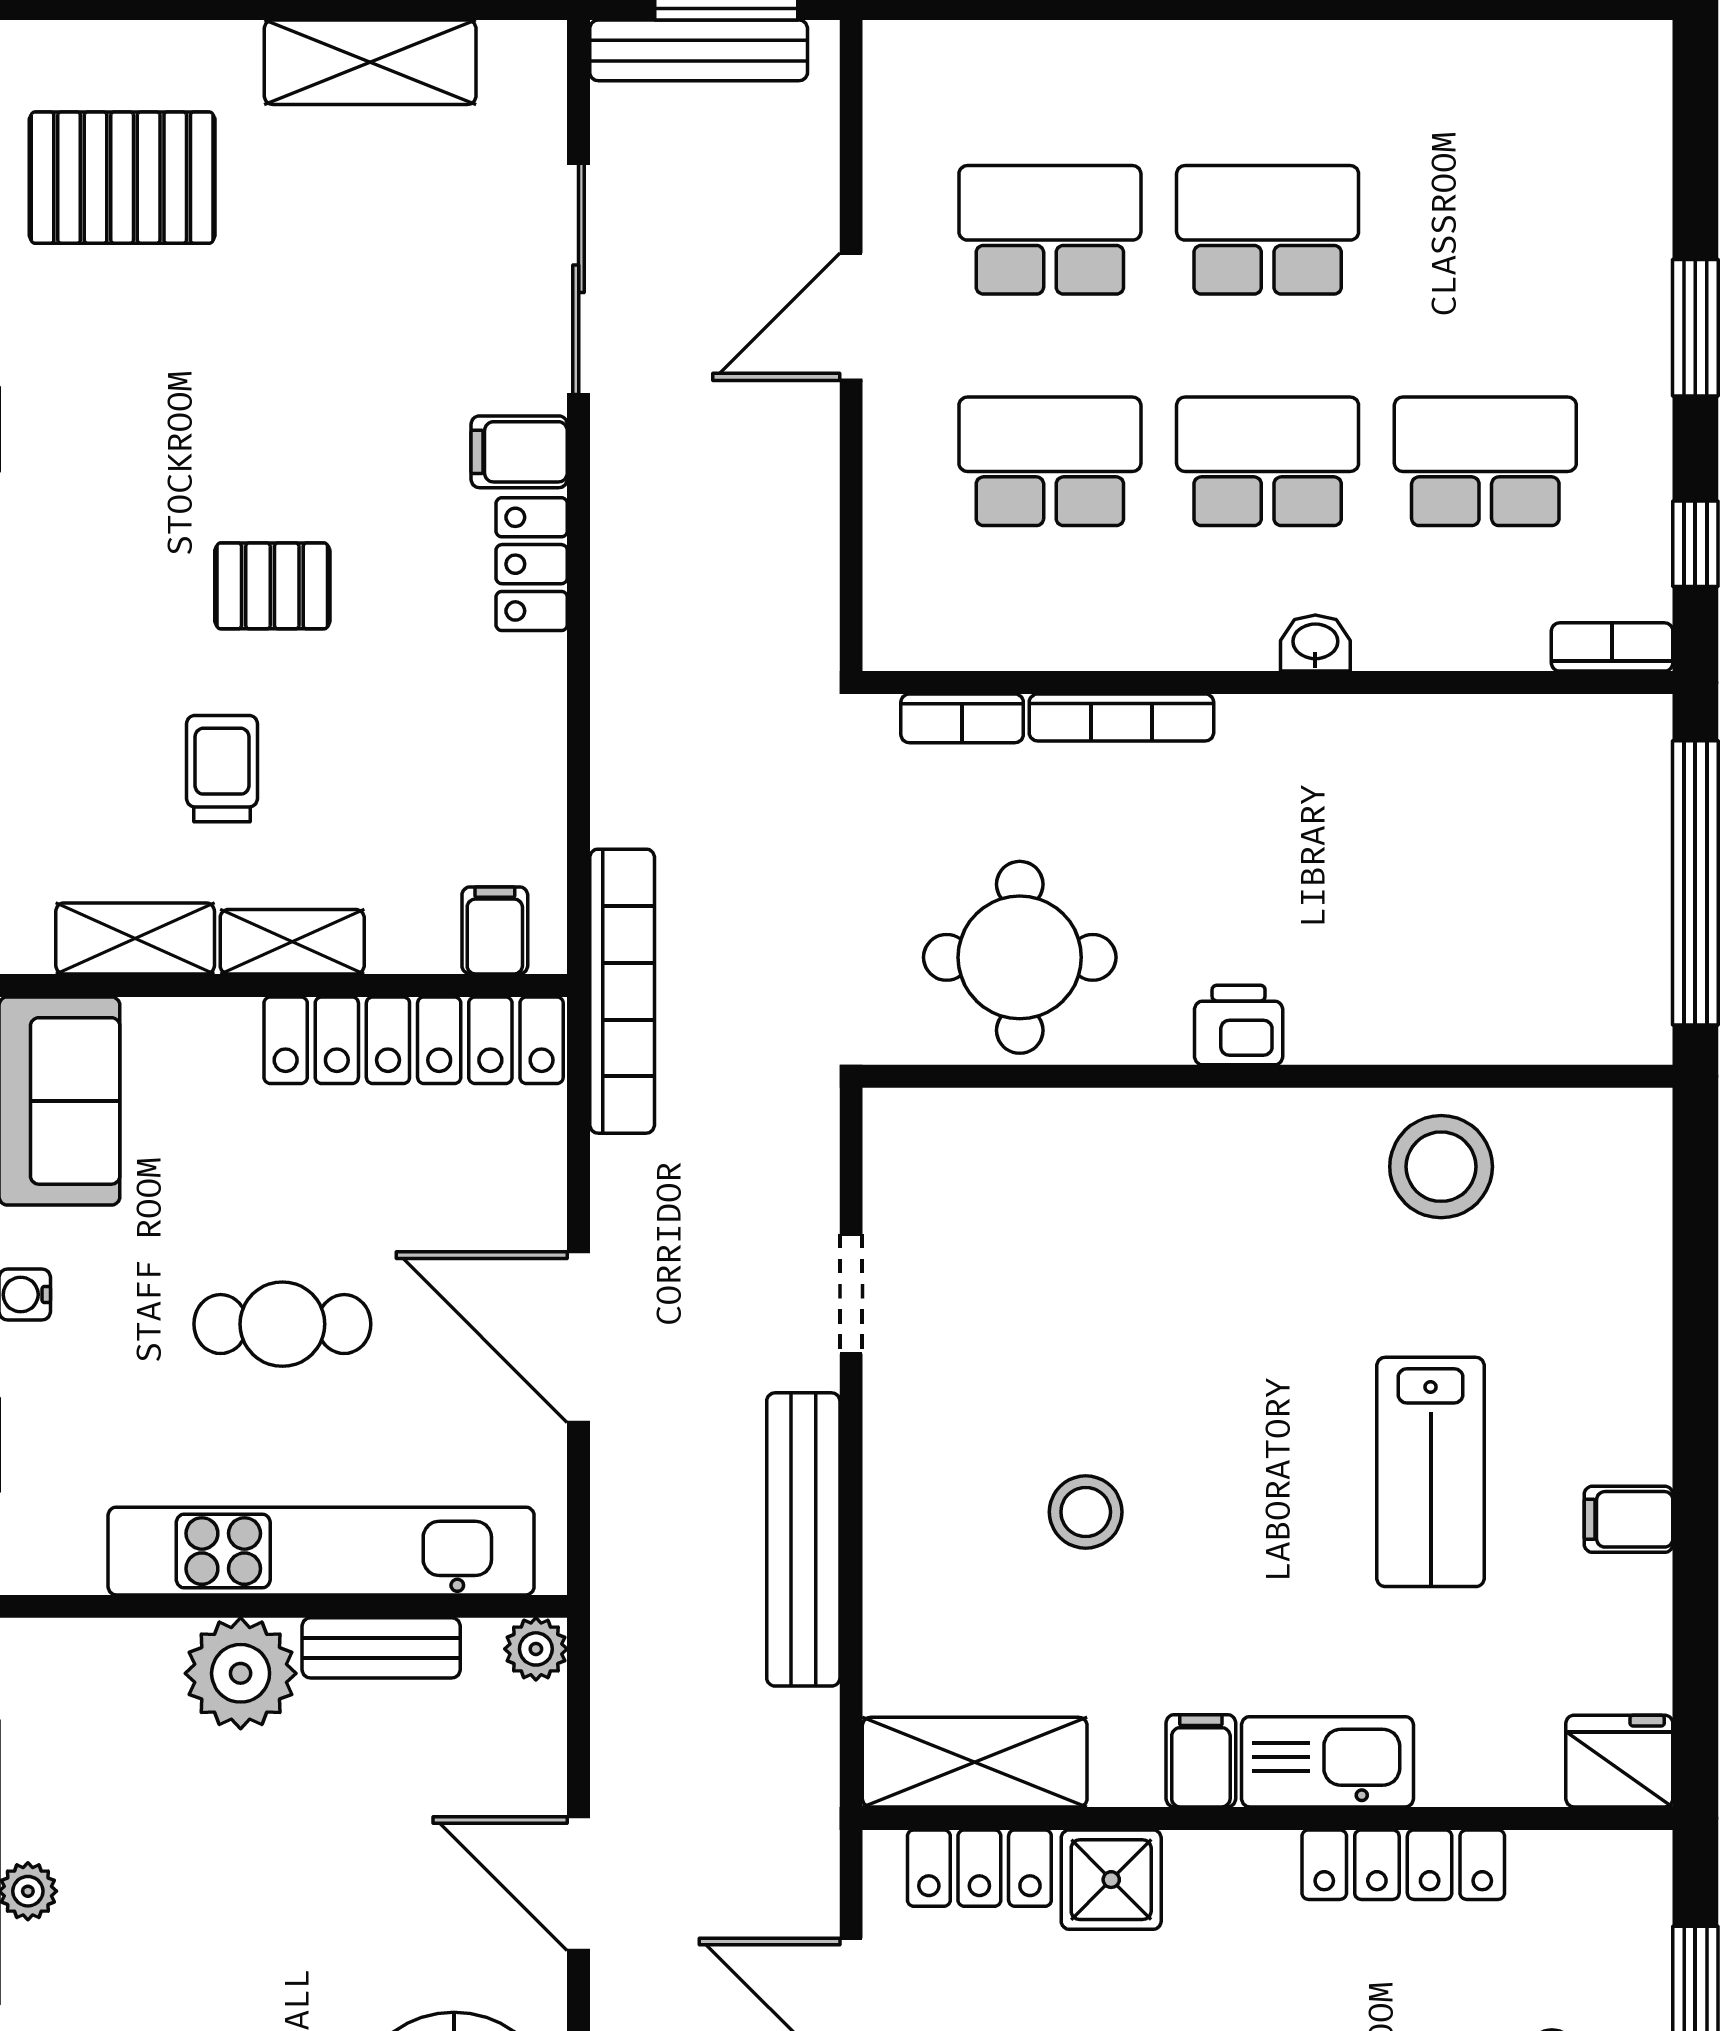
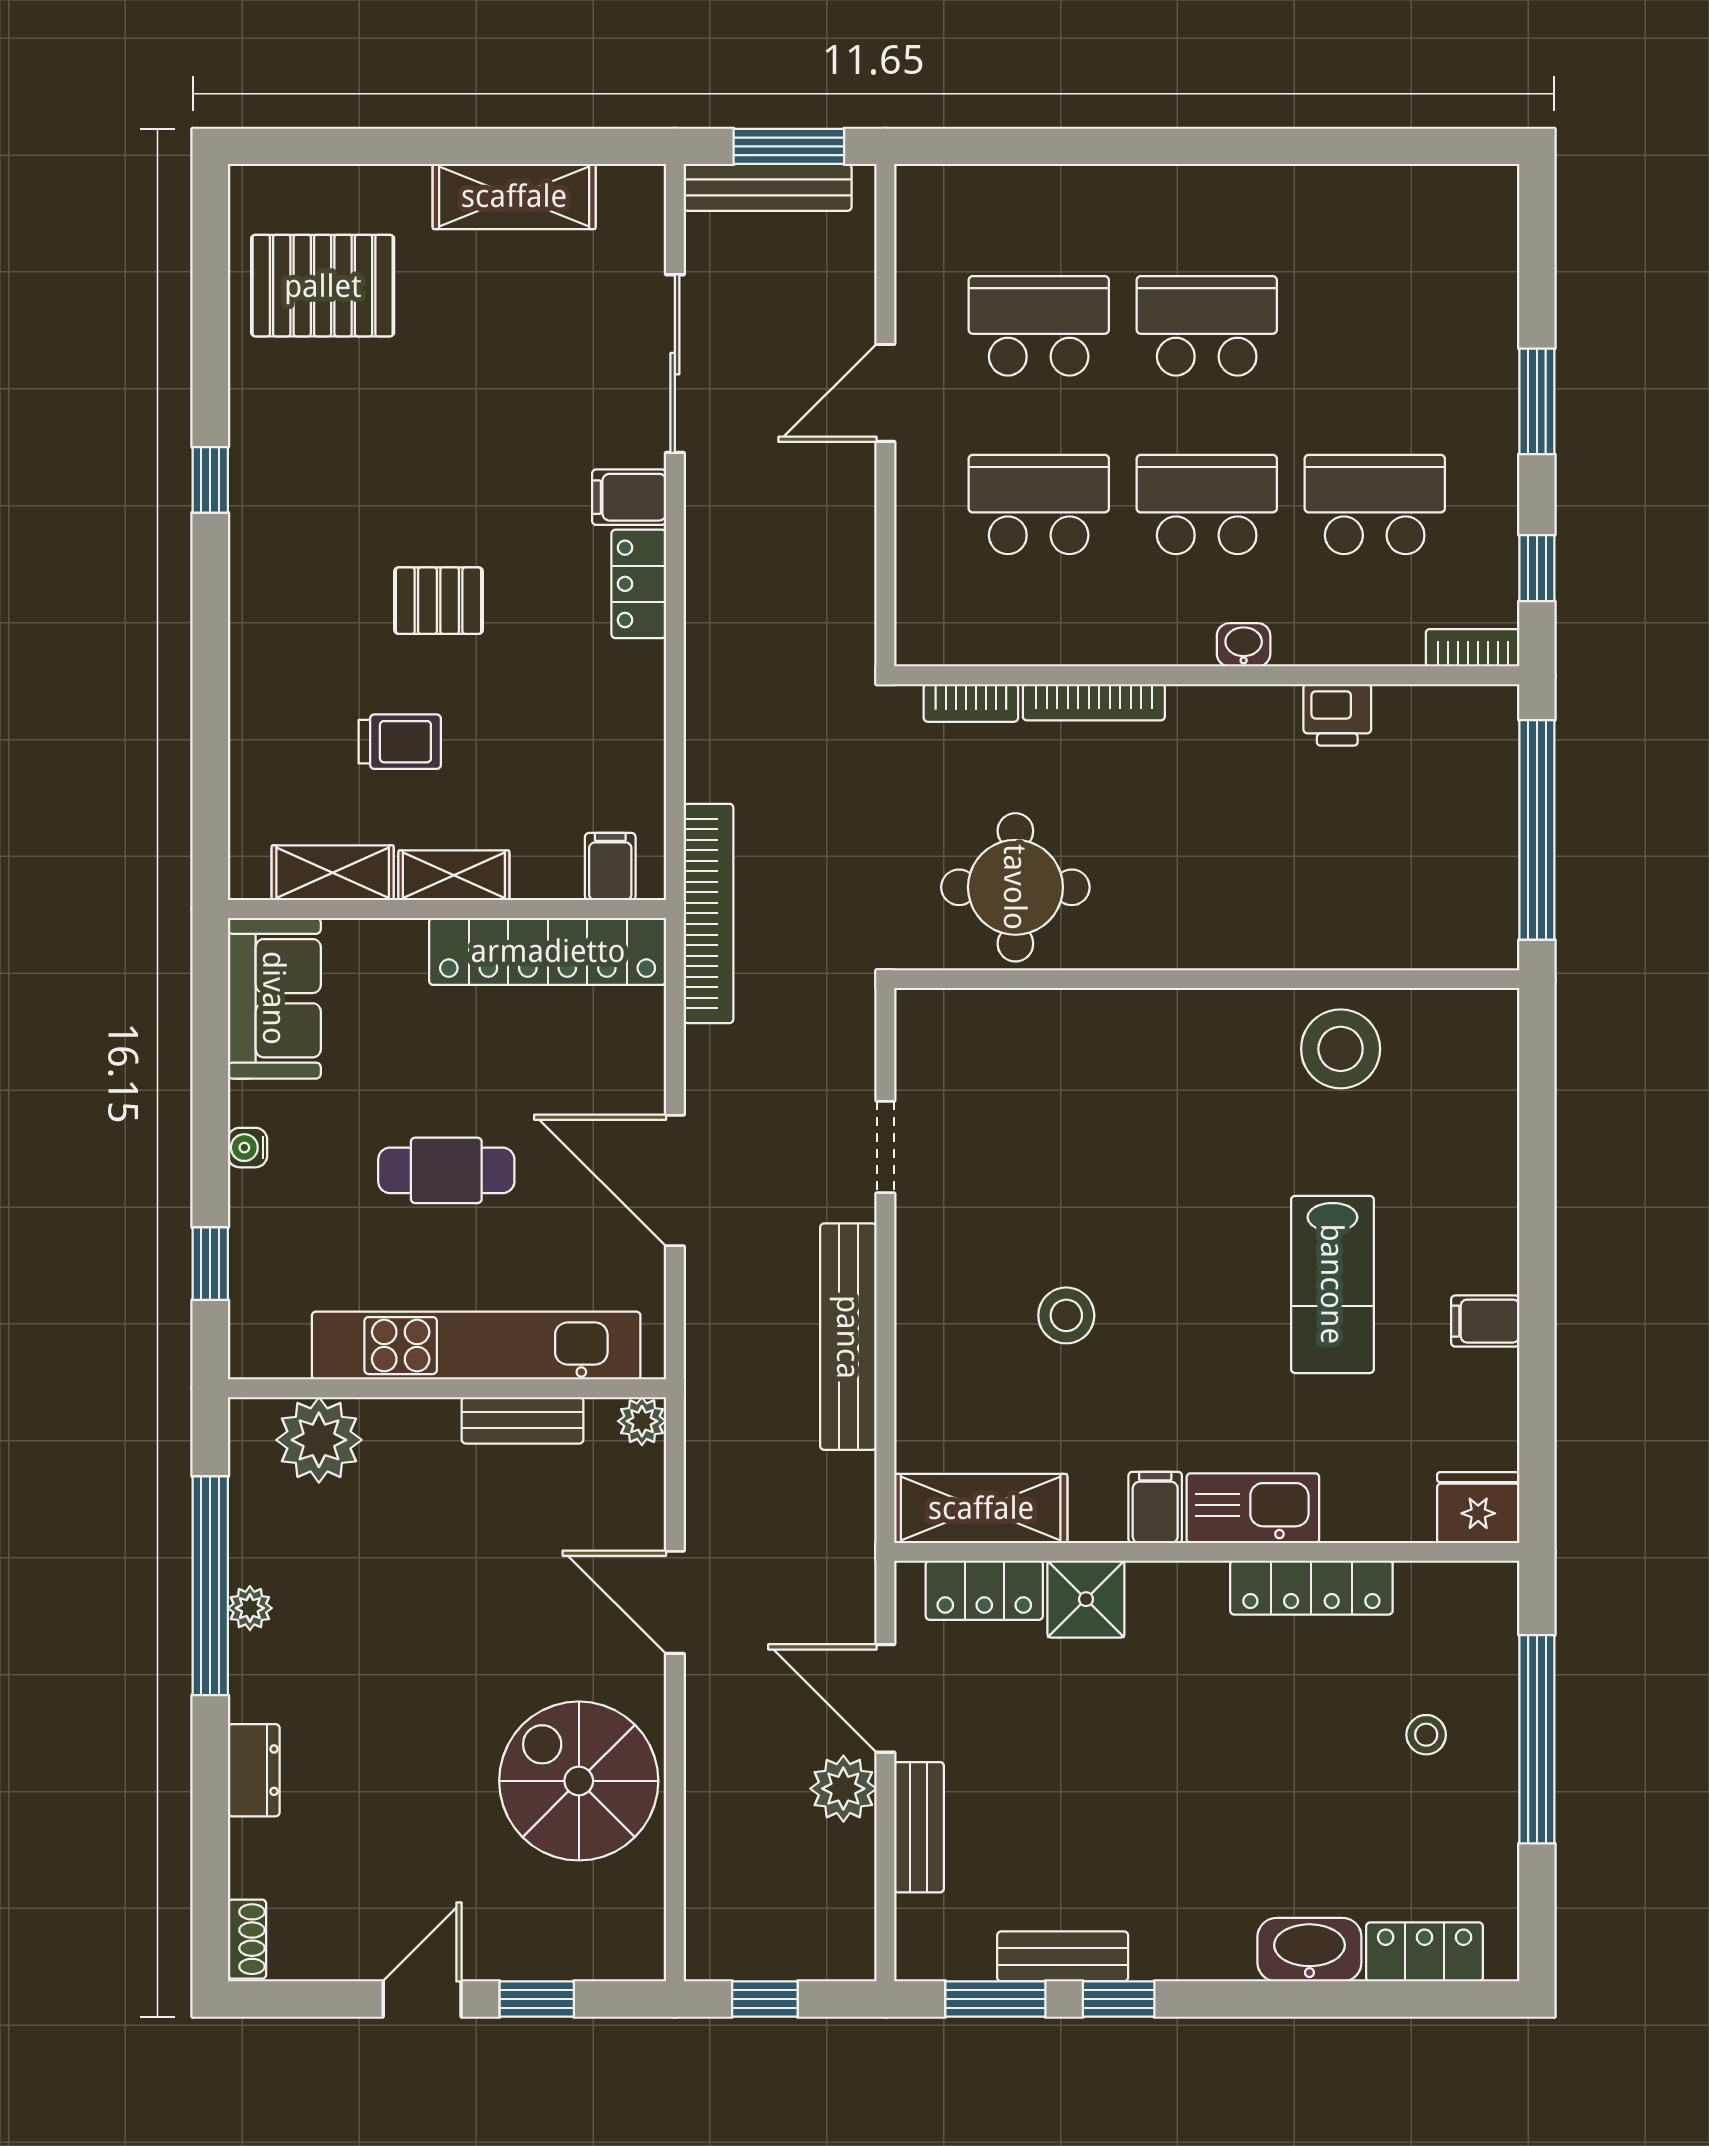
trolley: (222, 769) -> (400, 742), turned 90
printer: (1239, 1025) -> (1337, 715), moved, turned 180
plant: (241, 1673) -> (319, 1440), moved

